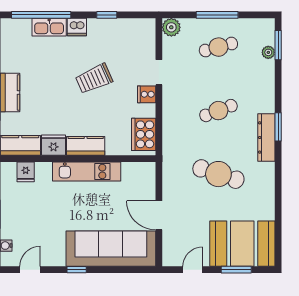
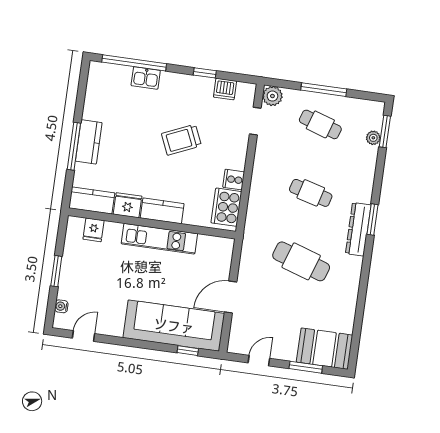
kitchen sink: (49, 27) -> (146, 78), width x0.73
dishwasher: (77, 27) -> (225, 89), moved
cafe table: (218, 47) -> (320, 124), turned 33
doorway: (159, 72) -> (255, 121), moved
cooker: (147, 94) -> (234, 180), moved
cafe table: (218, 111) -> (311, 193), turned 36
door: (159, 215) -> (231, 297), hinge flipped
booth: (242, 244) -> (325, 349), width x0.73, depth x0.70
window: (77, 270) -> (188, 351), moved

